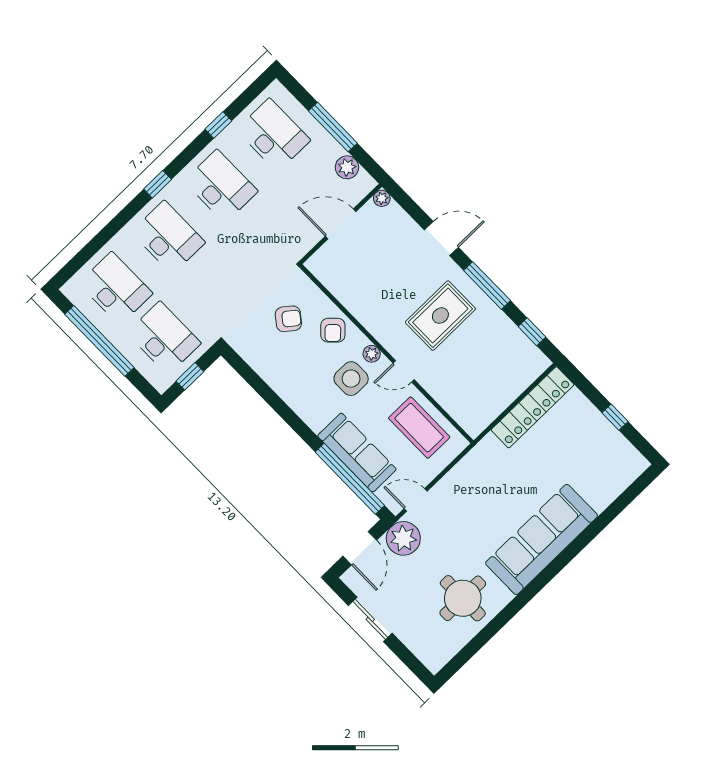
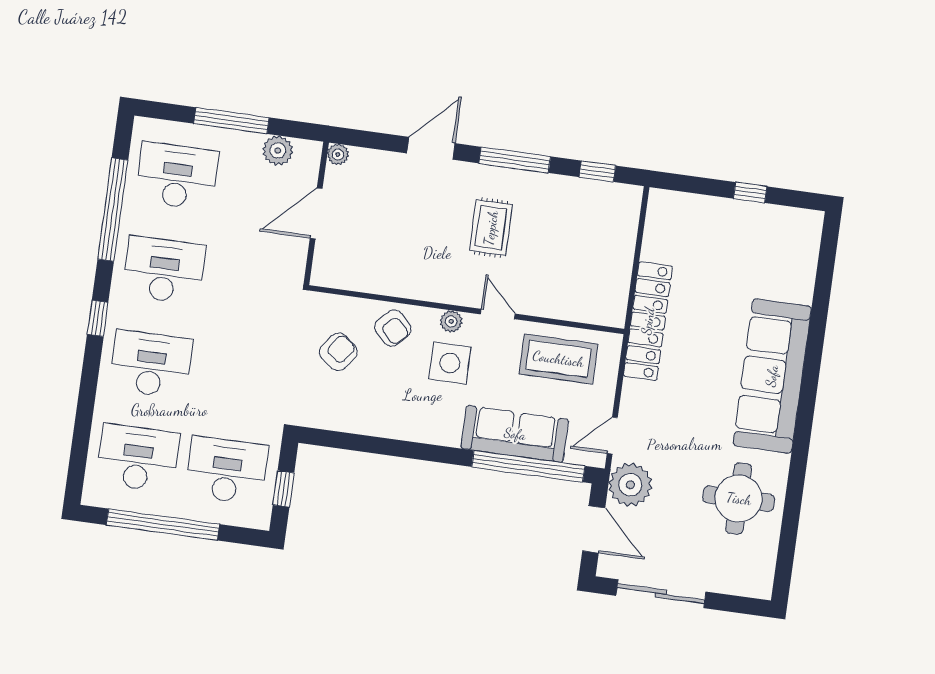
window: (218, 125) -> (113, 210), width x3.17
rug: (440, 316) -> (491, 228), width x0.73, depth x0.70
door: (404, 371) -> (498, 314), swing flipped
locker: (533, 407) -> (648, 321), moved
sliding door: (370, 619) -> (661, 594), width x1.37

